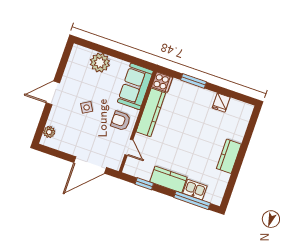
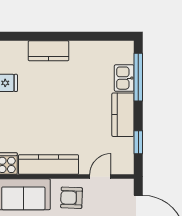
armchair: (121, 121) -> (72, 198), turned 92
kitchen counter: (229, 156) -> (48, 51), moved

